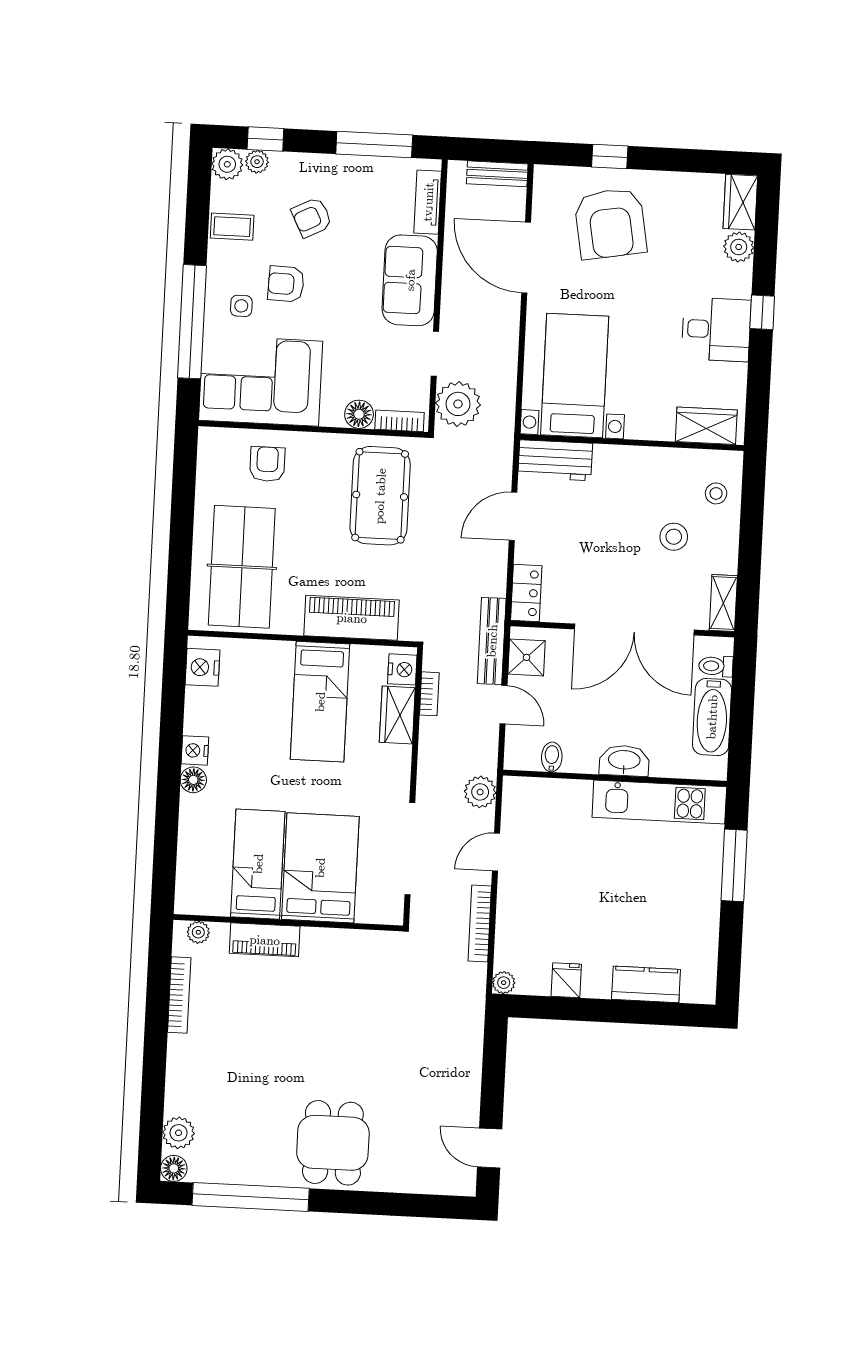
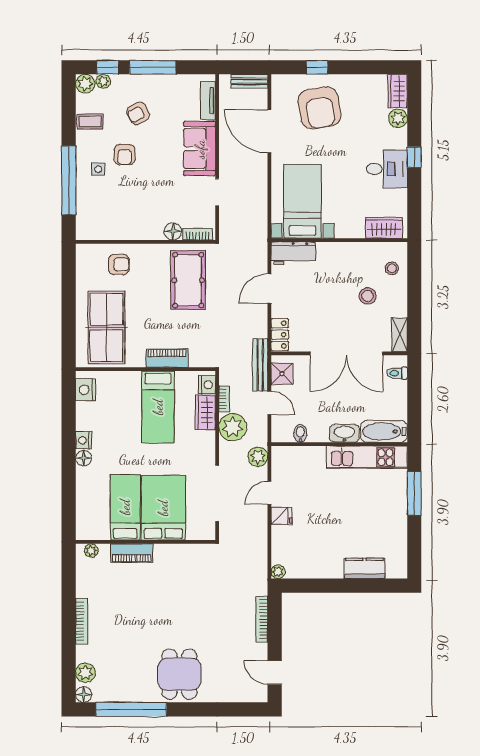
window: (374, 145) -> (153, 67), moved
armchair: (286, 284) -> (125, 155), turned -92
corner sofa: (261, 381) -> (112, 214), removed
plant: (458, 404) -> (233, 427), moved
armchair: (267, 464) -> (119, 264), turned 90
piano: (352, 618) -> (167, 358), width x0.73, depth x0.75
bathtub: (712, 717) -> (384, 431), moved, turned 90
bookcase: (480, 923) -> (262, 619), moved
fridge: (566, 980) -> (281, 516), moved, turned 90
bookcase: (179, 995) -> (82, 621), moved

